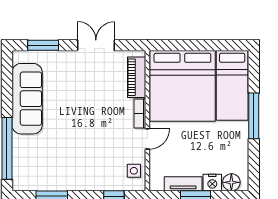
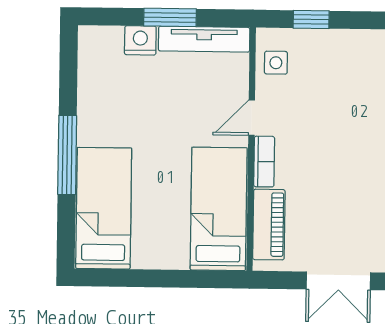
bed: (182, 86) -> (219, 209), width x0.49
floor lamp: (231, 182) -> (107, 40), removed
tv unit: (183, 184) -> (204, 39), width x1.41

